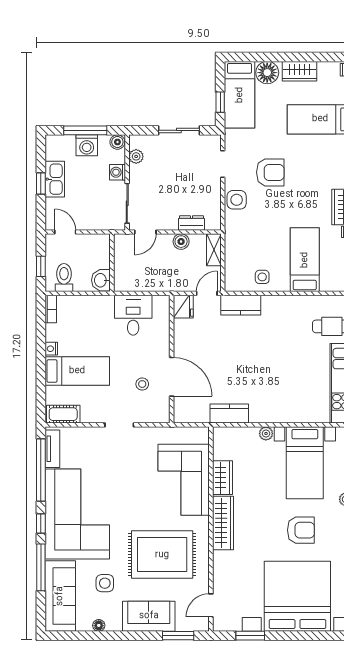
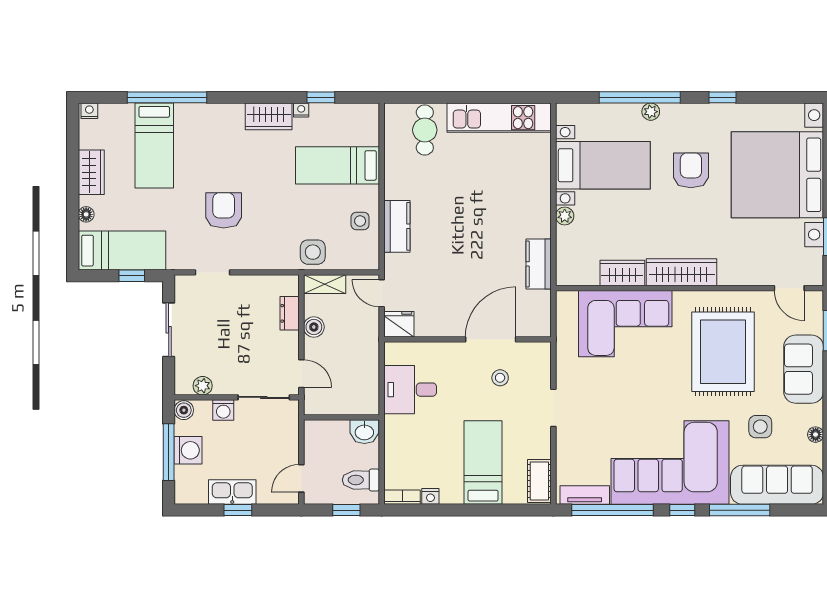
floor lamp: (267, 73) -> (86, 214), width x0.53, depth x0.53
side table: (237, 200) -> (313, 252), moved
kitchen counter: (241, 305) -> (397, 226), moved
nightstand: (51, 349) -> (430, 496), moved

